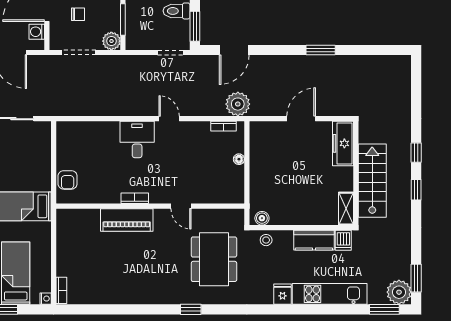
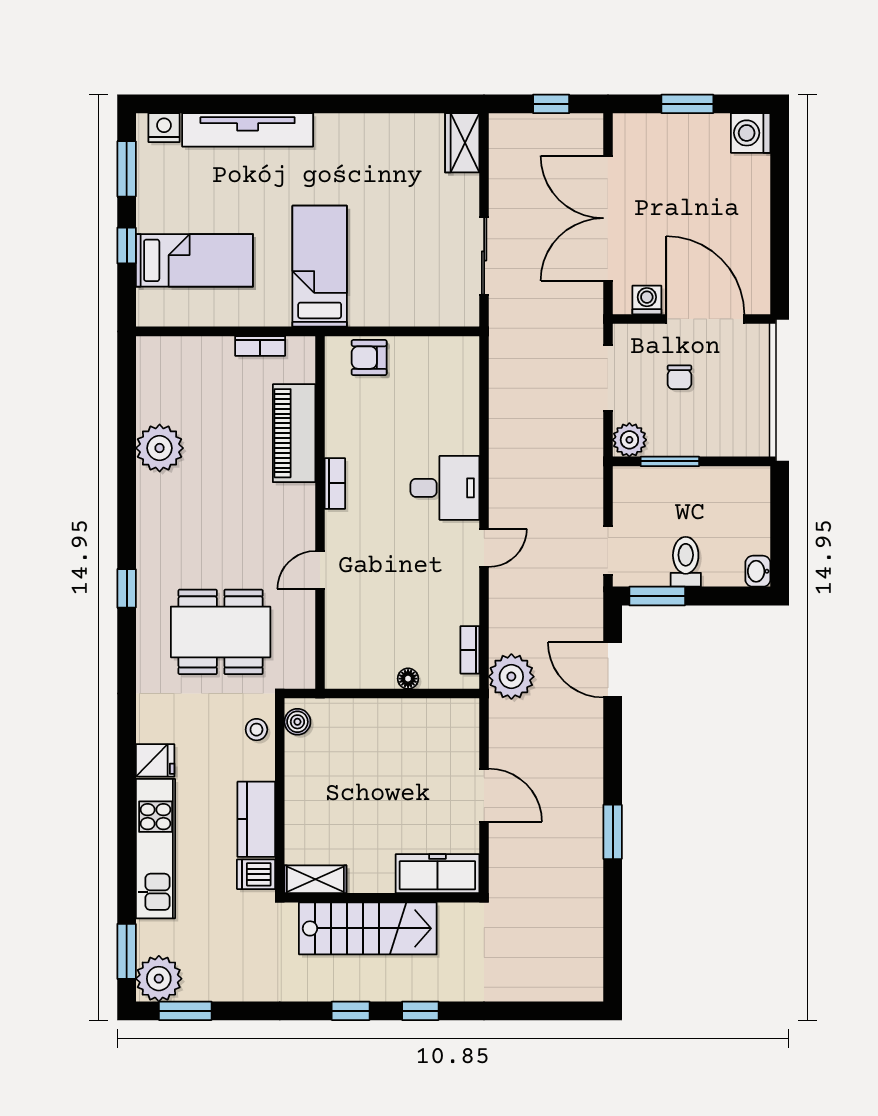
piano: (127, 220) -> (294, 433), moved
bookcase: (61, 290) -> (260, 346), moved
plant: (116, 292) -> (160, 448), added
nightstand: (46, 299) -> (147, 316), removed

